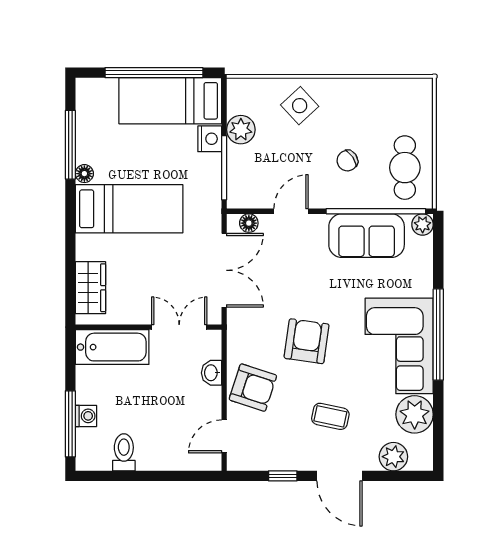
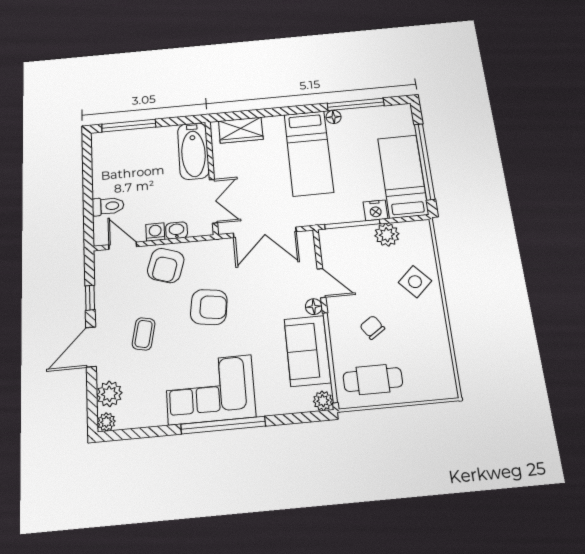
floor lamp: (249, 223) -> (314, 307), moved
plant: (415, 414) -> (106, 422), moved, width x0.53, depth x0.53
washing machine: (86, 416) -> (155, 232), moved, turned 180
toilet: (124, 452) -> (108, 206), moved

